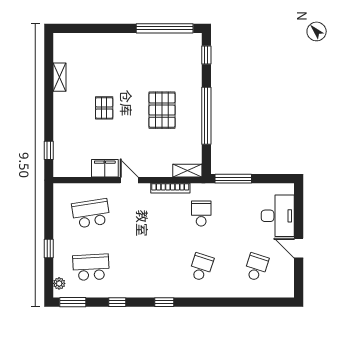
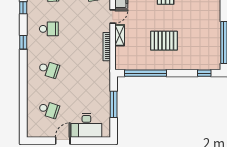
window: (206, 116) -> (146, 73), moved
shelving: (187, 171) -> (120, 35), moved
window: (233, 179) -> (114, 104), moved
school desk: (201, 213) -> (49, 29), moved

